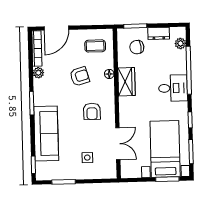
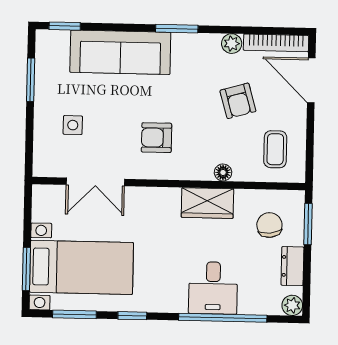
plant: (180, 43) -> (292, 305), moved
armchair: (80, 76) -> (238, 101), moved
desk: (173, 88) -> (213, 288), moved

